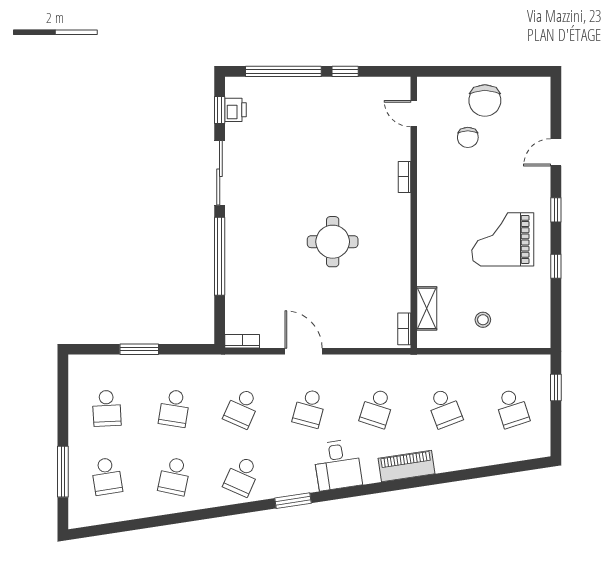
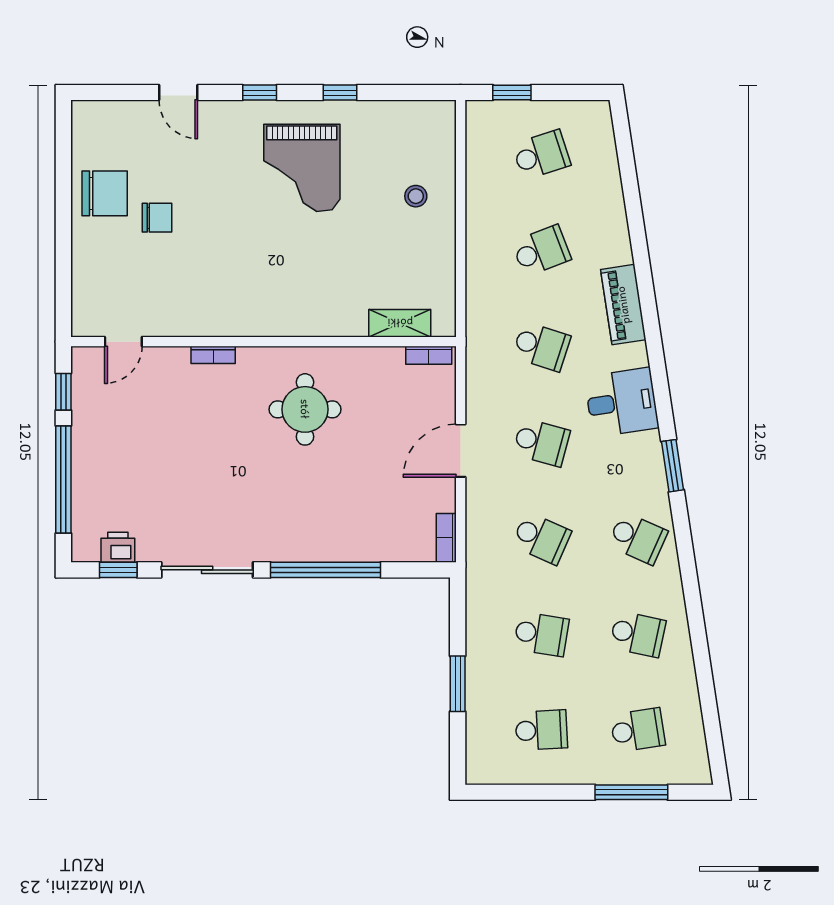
door: (414, 114) -> (123, 342), moved
bookcase: (404, 177) -> (213, 355), moved
wall: (414, 212) -> (263, 342), moved
shelving: (427, 308) -> (400, 323), moved
bookcase: (404, 329) -> (429, 355), moved

